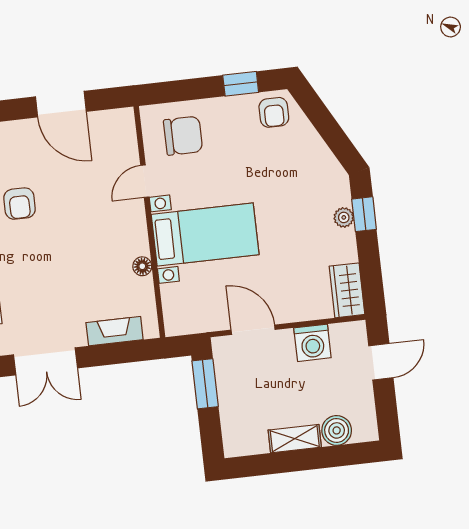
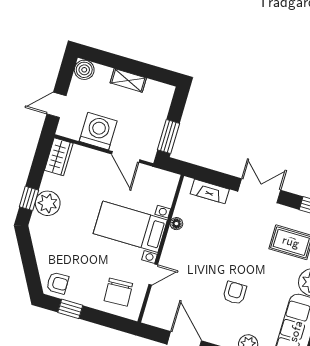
armchair: (274, 112) -> (58, 283), turned 89
chair: (183, 136) -> (118, 292), turned -93
plant: (344, 217) -> (48, 203), width x1.88, depth x1.88
washing machine: (312, 343) -> (98, 131), width x1.37, depth x1.37
boiler: (337, 430) -> (84, 70), moved

